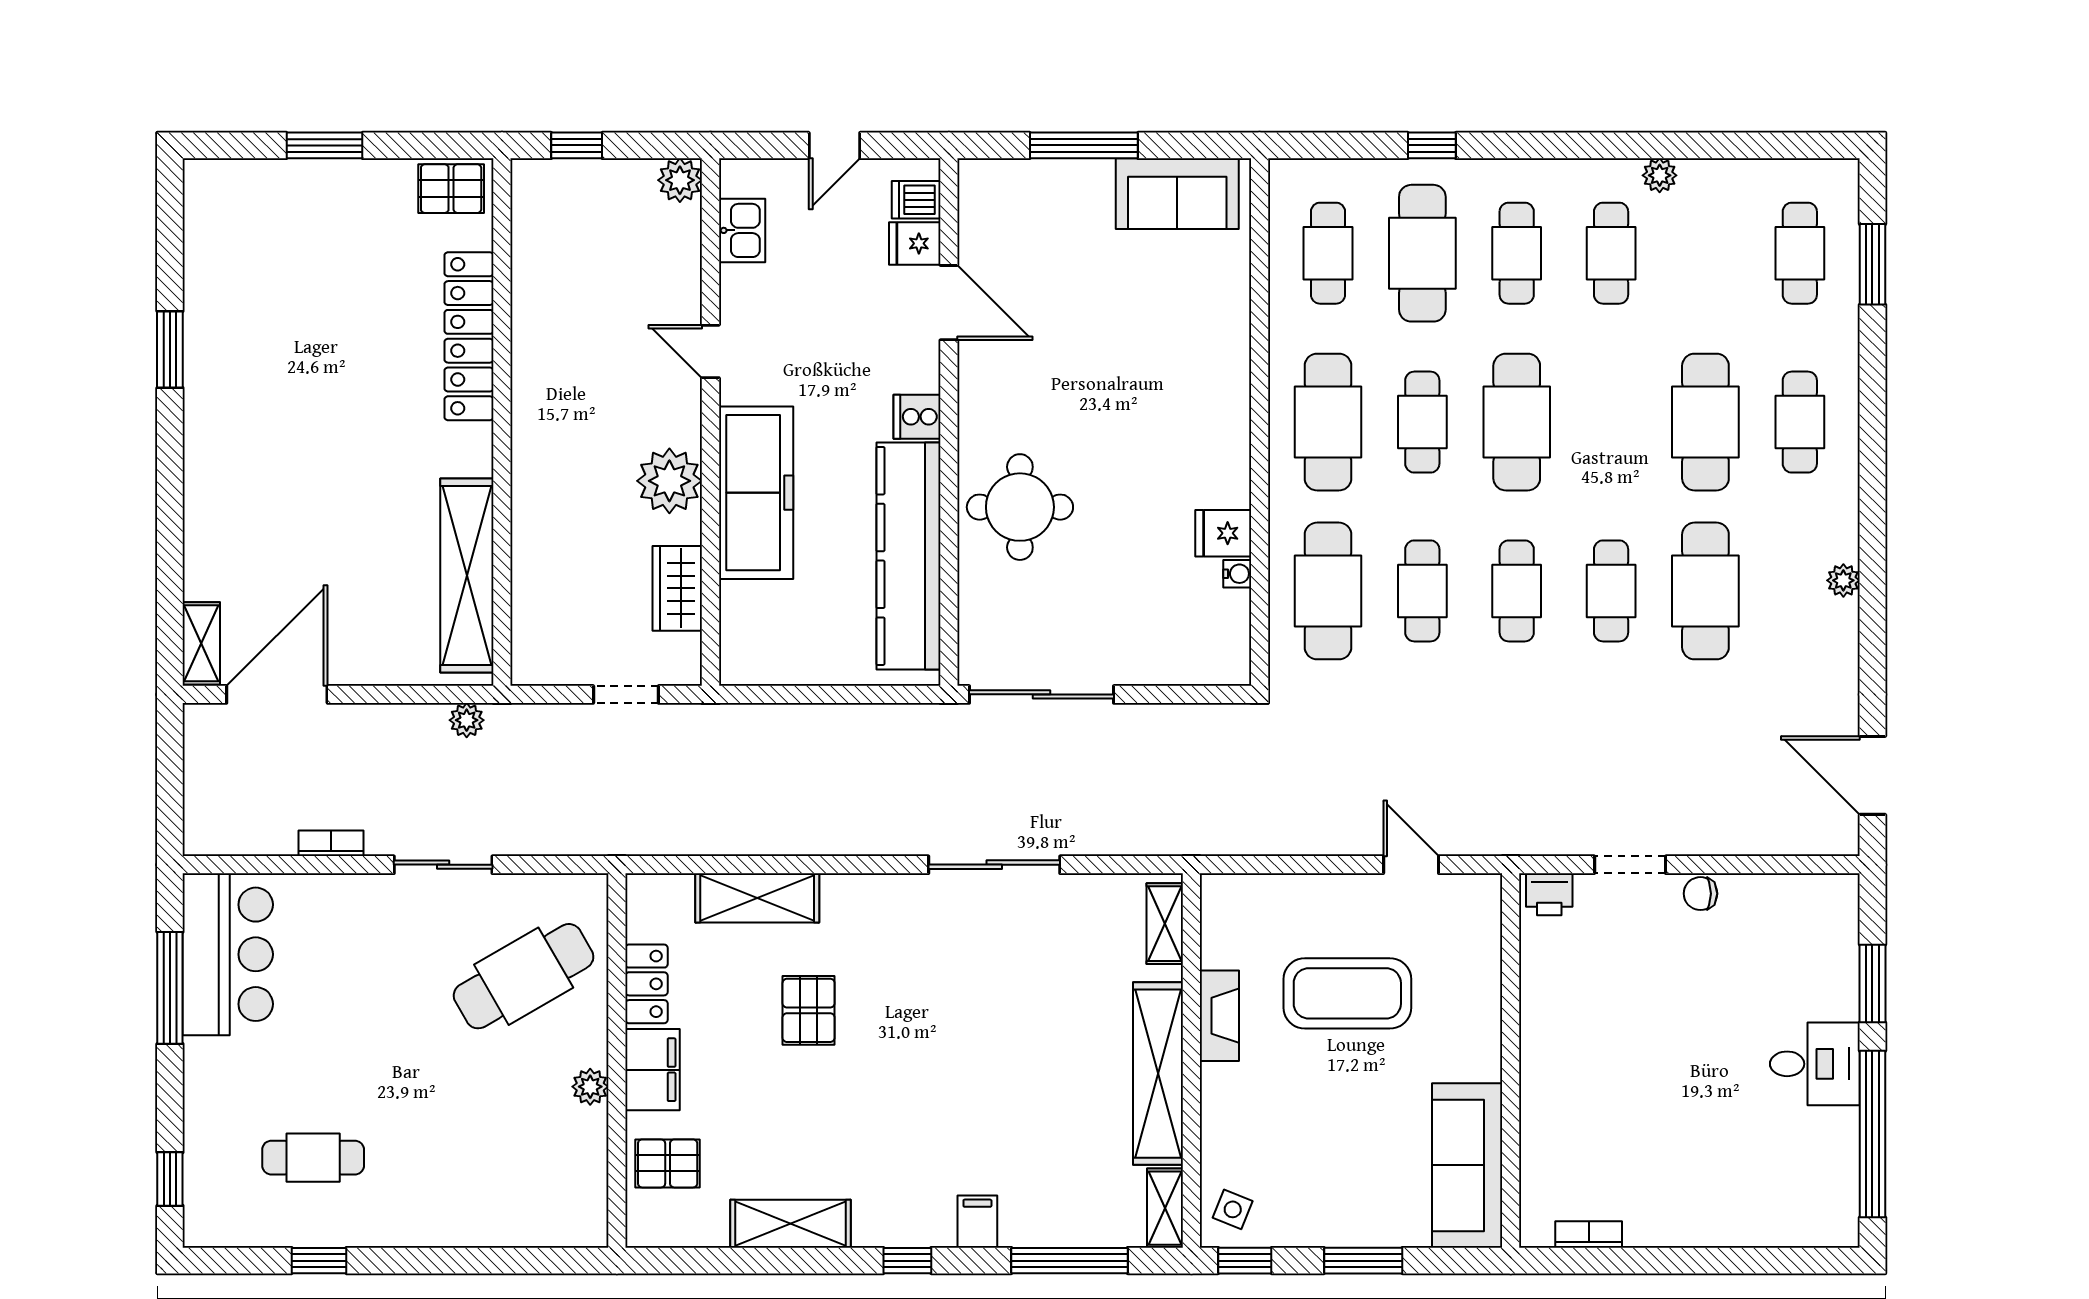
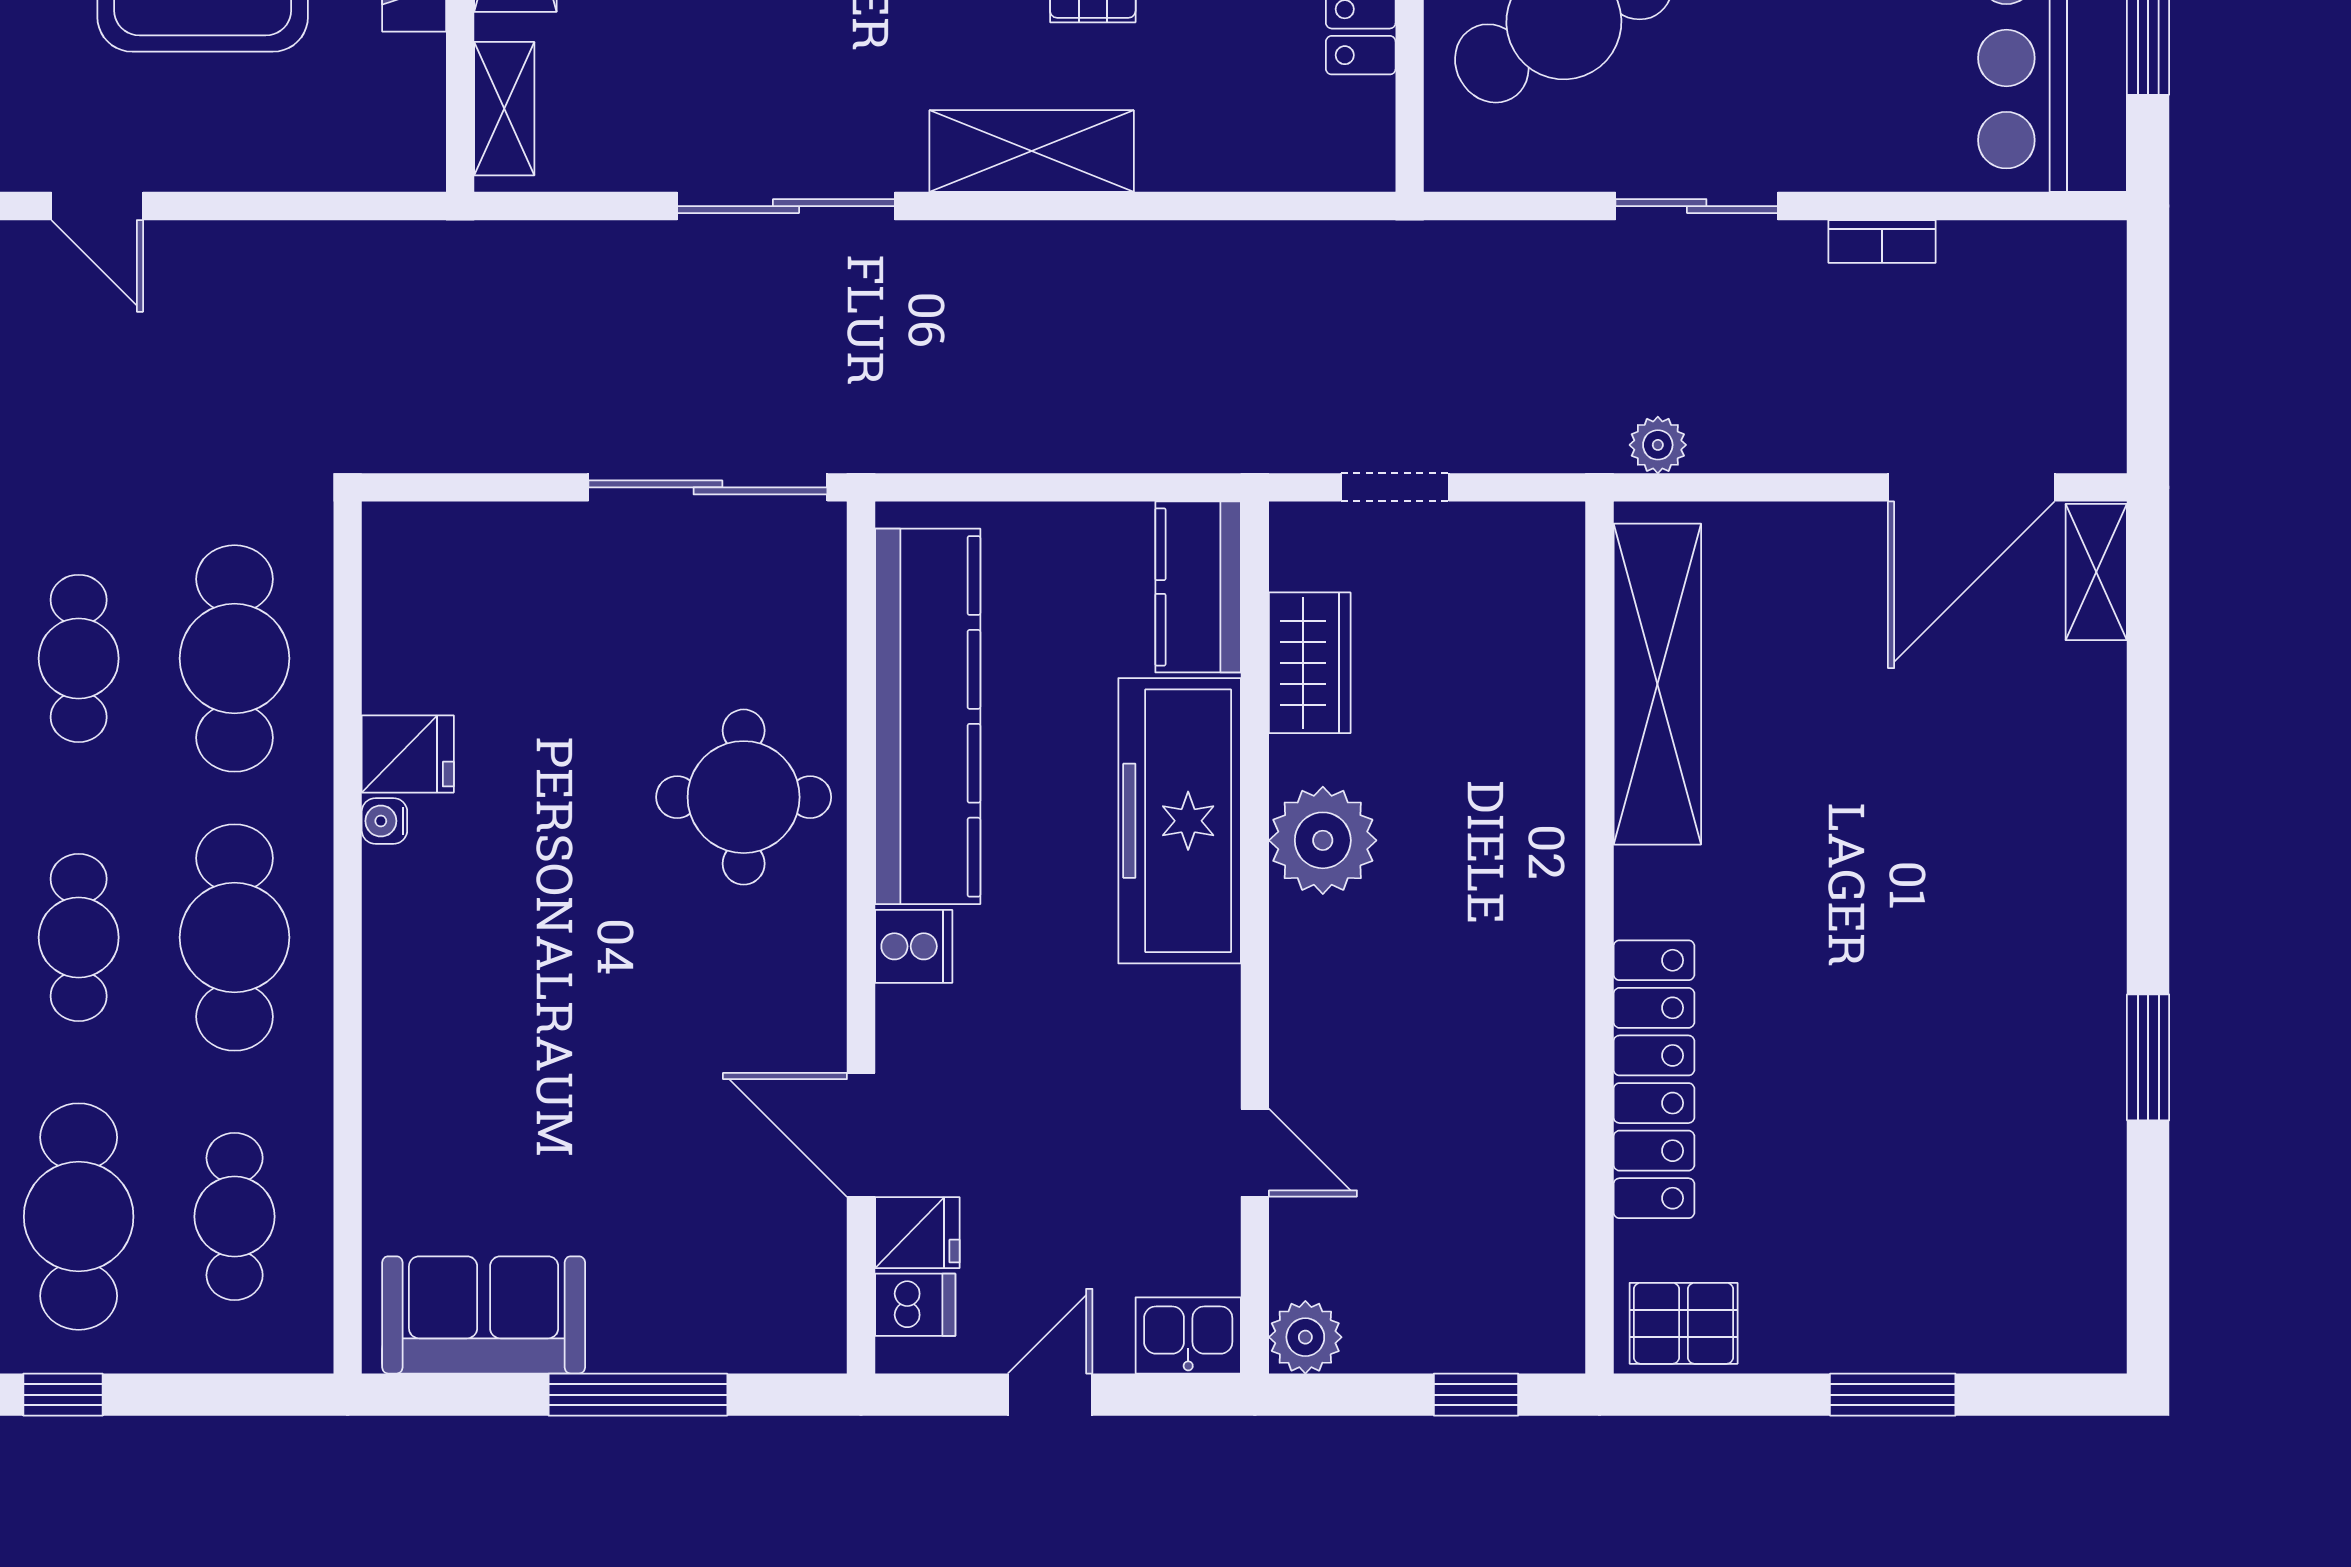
kitchen sink: (742, 230) -> (1188, 1335), moved, turned 90
door: (710, 351) -> (1255, 1153), moved
water cooler: (1237, 574) -> (384, 821), moved
kitchen counter: (745, 634) -> (1198, 587), added
shelving: (757, 898) -> (1032, 151), moved

